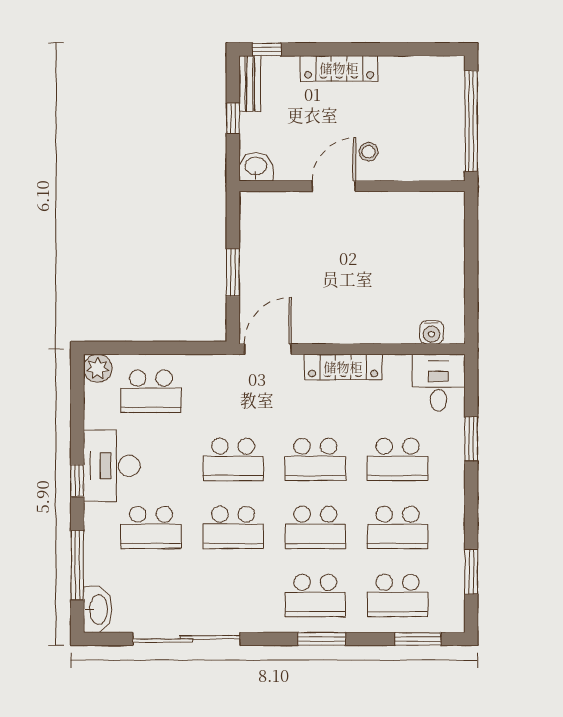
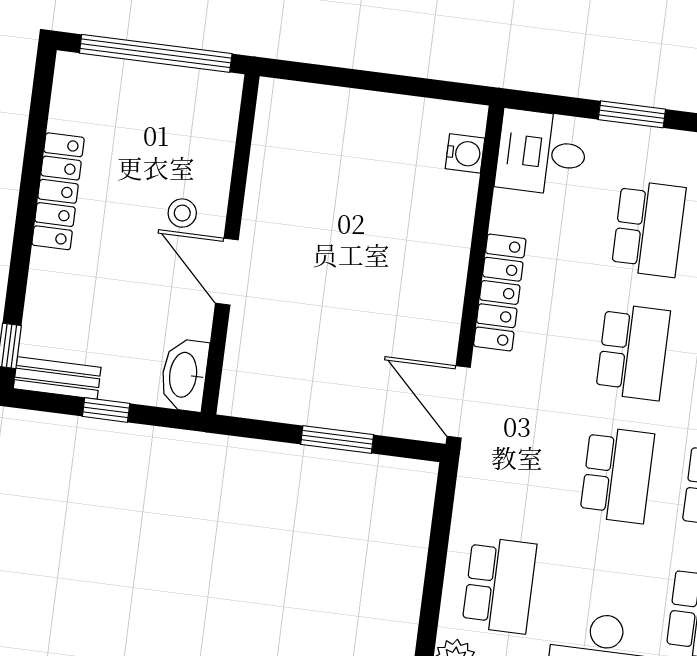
locker: (339, 68) -> (58, 191), moved
washbasin: (256, 167) -> (184, 375), width x1.38

